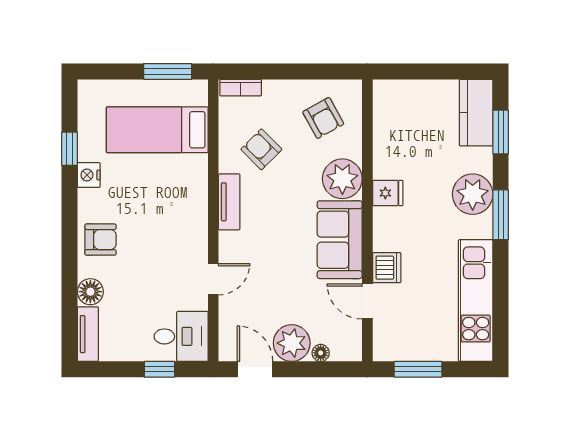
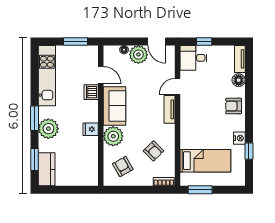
tv unit: (229, 202) -> (170, 109), moved

